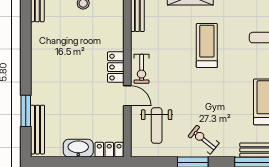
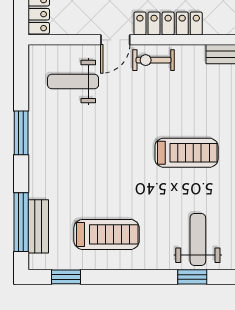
locker: (116, 67) -> (168, 24), width x1.53
exercise bike: (204, 140) -> (53, 148), removed

